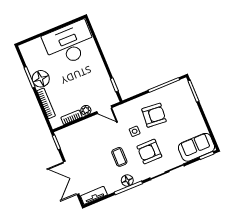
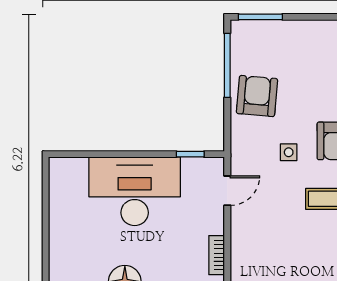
desk: (69, 44) -> (135, 191), moved, turned 90
plant: (86, 110) -> (215, 224), removed
armchair: (154, 115) -> (257, 96), moved

